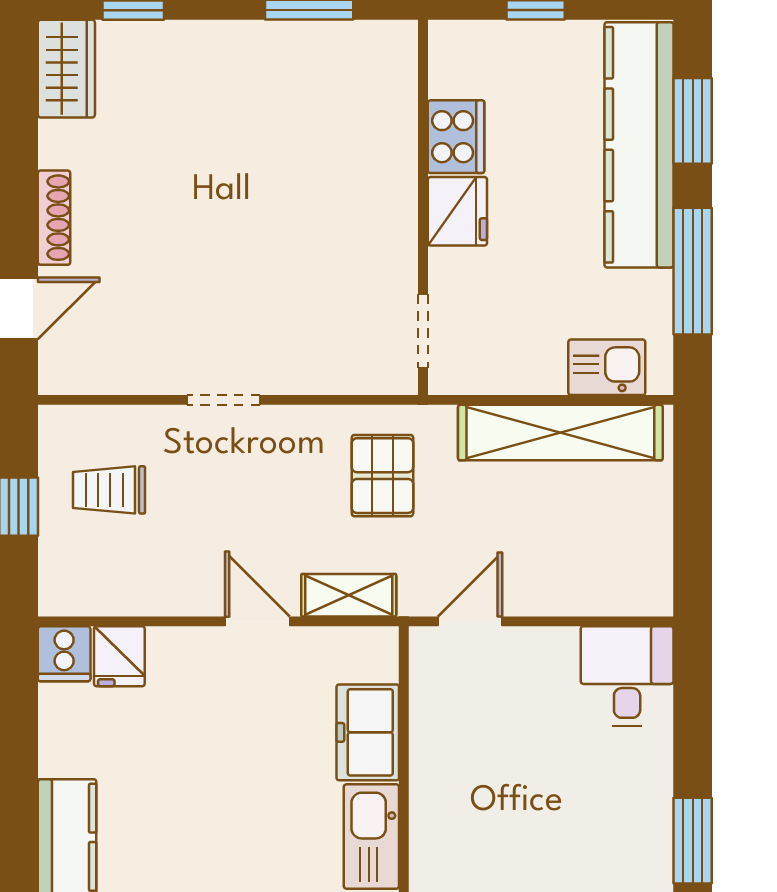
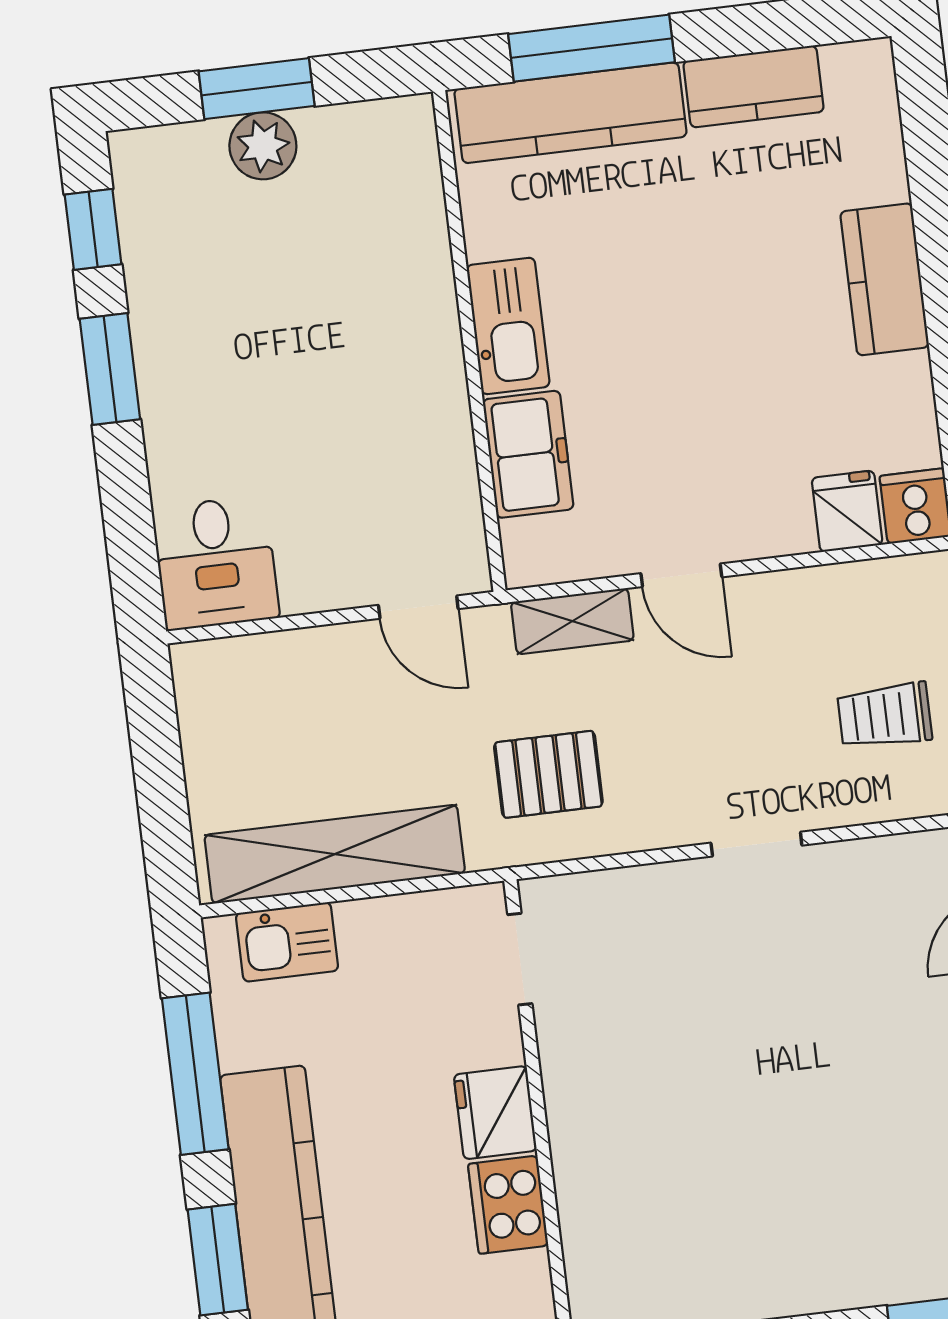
pallet: (382, 476) -> (548, 774), turned 90
trolley: (109, 490) -> (885, 716), turned 180
door: (470, 621) -> (418, 607), hinge flipped

